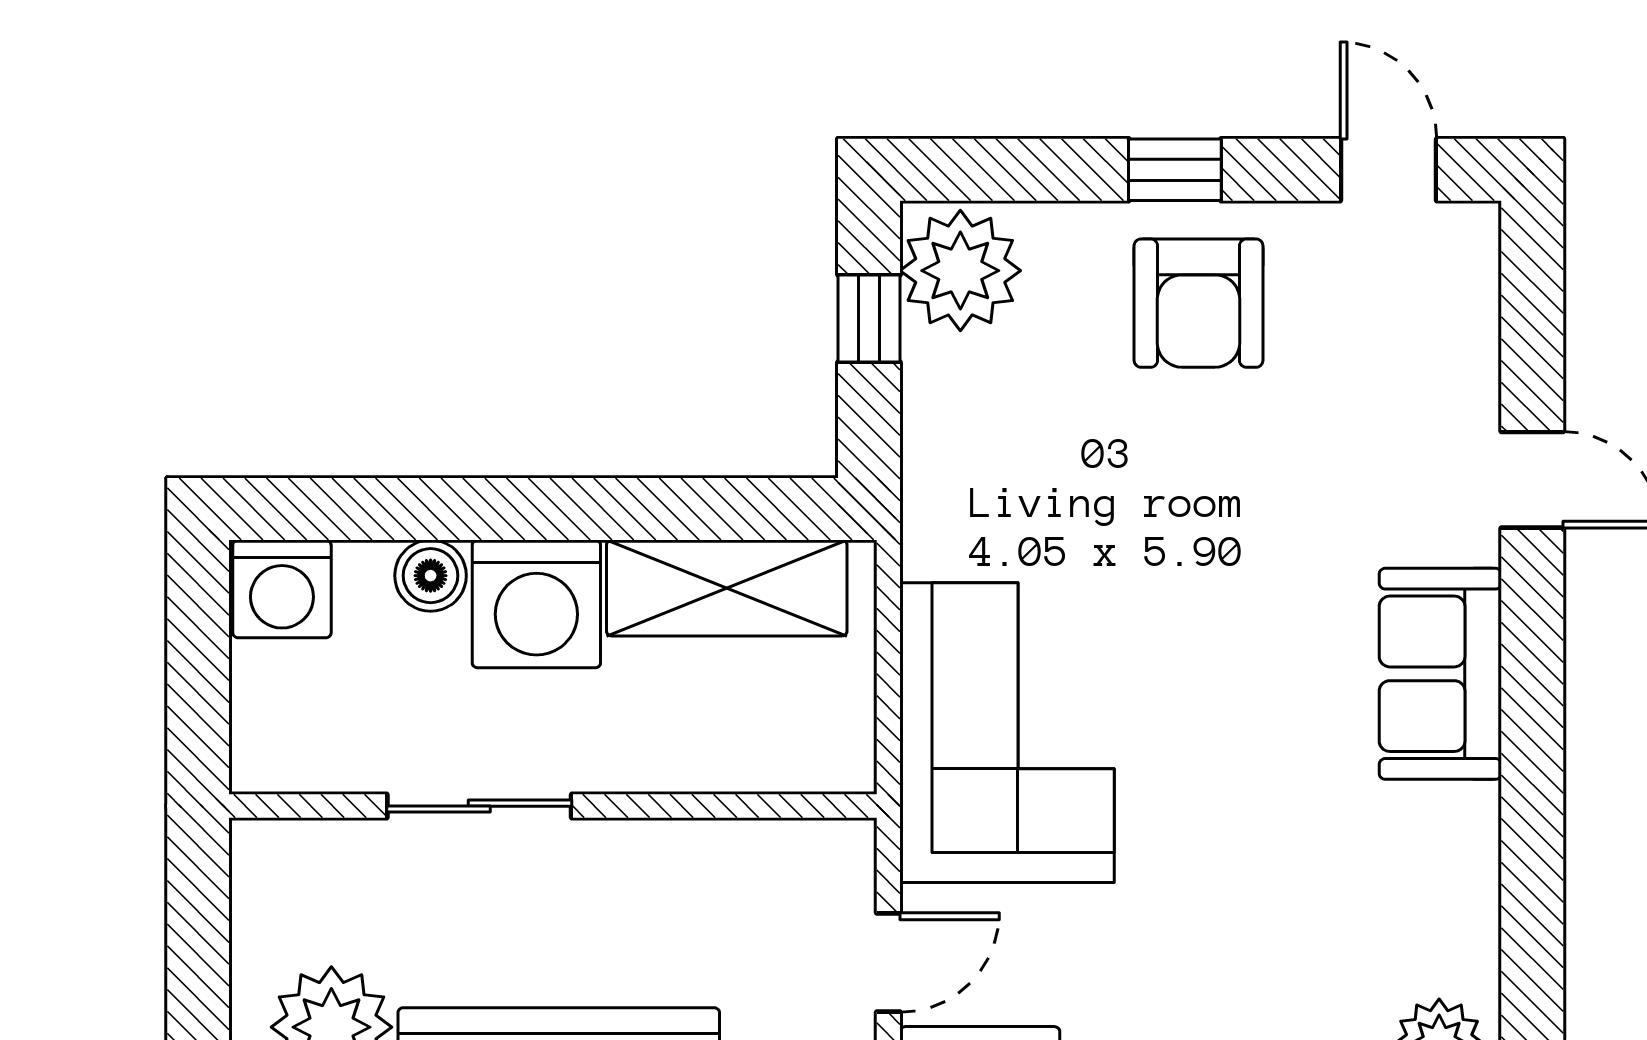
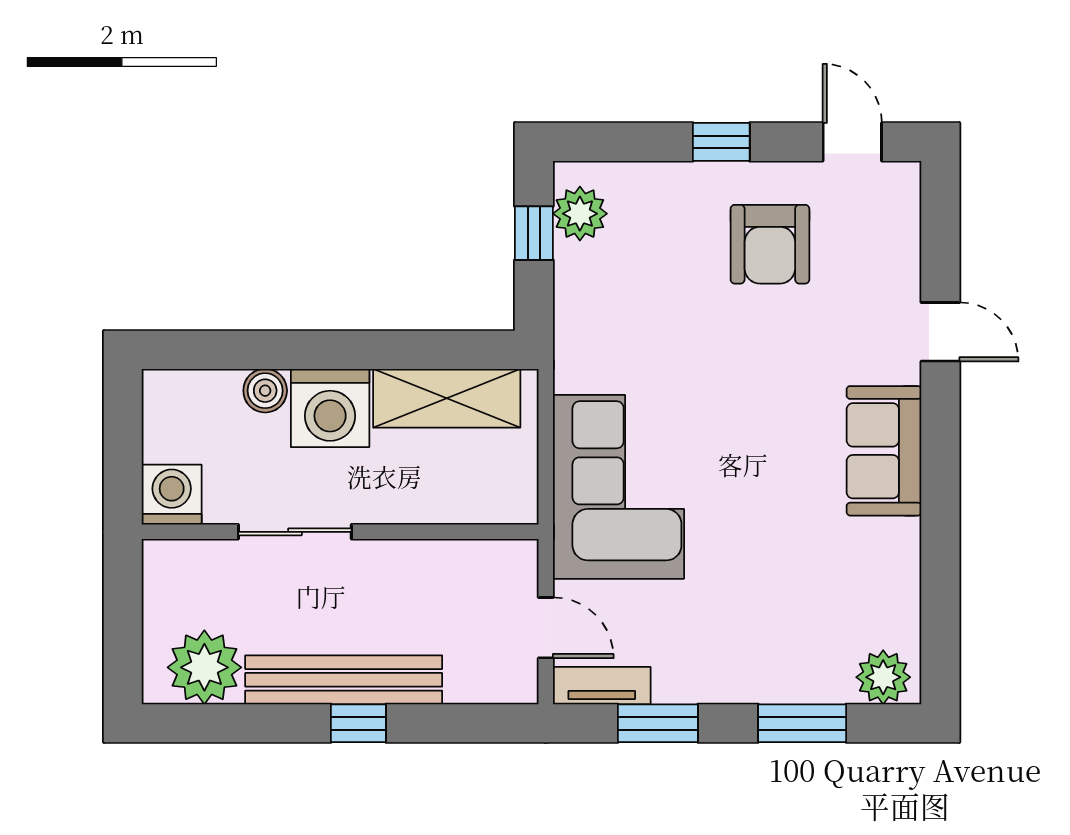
plant: (960, 271) -> (580, 214), width x0.73, depth x0.73
armchair: (1199, 303) -> (770, 244), moved
washing machine: (282, 589) -> (172, 495), moved, turned 180
door: (888, 962) -> (546, 628), hinge flipped

